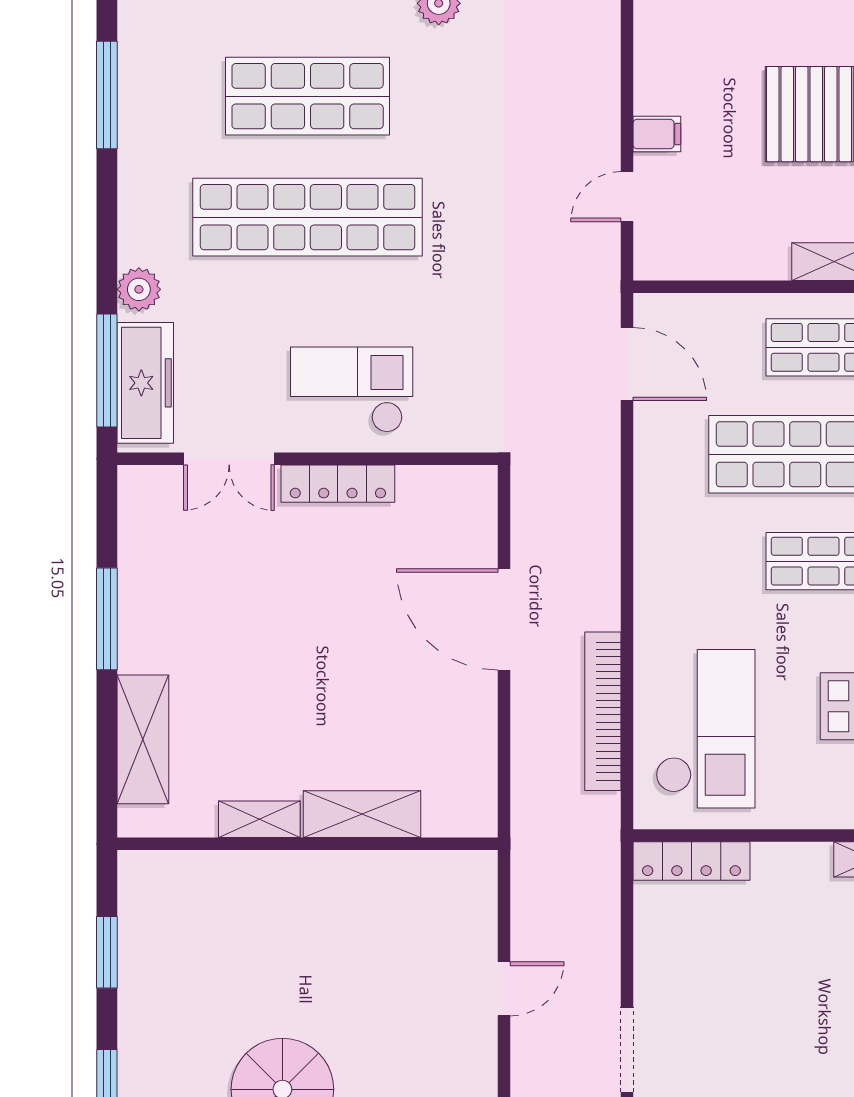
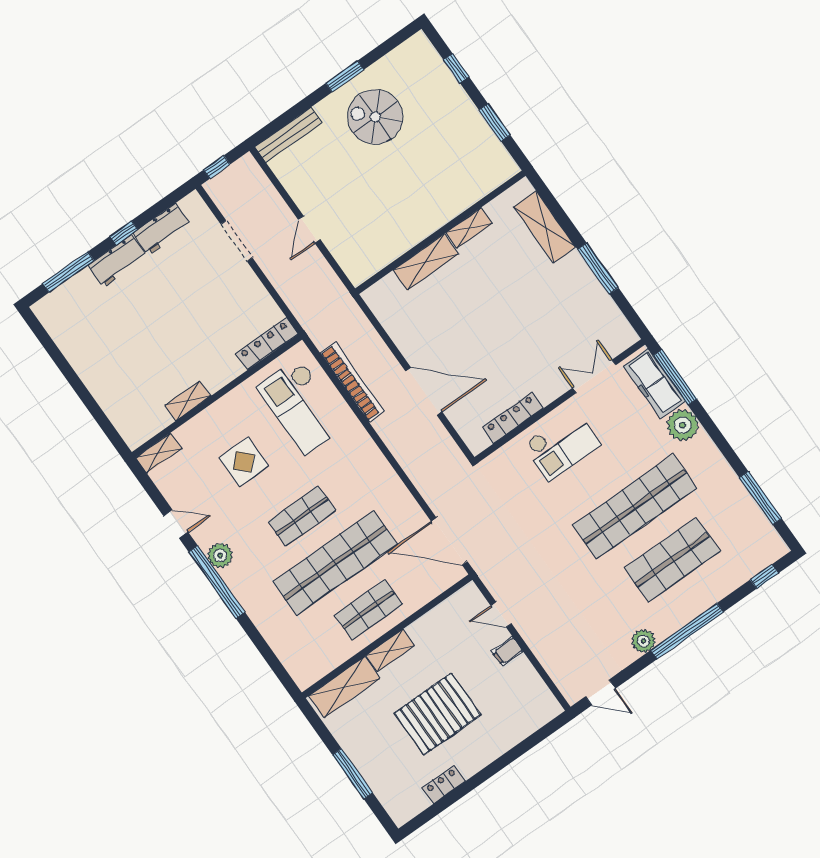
door: (627, 197) -> (501, 615), swing flipped
plant: (139, 289) -> (683, 425), width x1.36, depth x1.36
door: (627, 364) -> (449, 541), width x1.36
locker: (338, 484) -> (513, 418), moved

